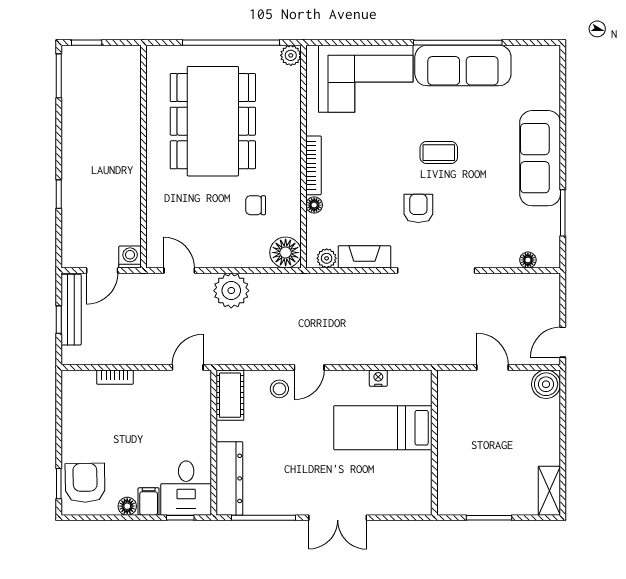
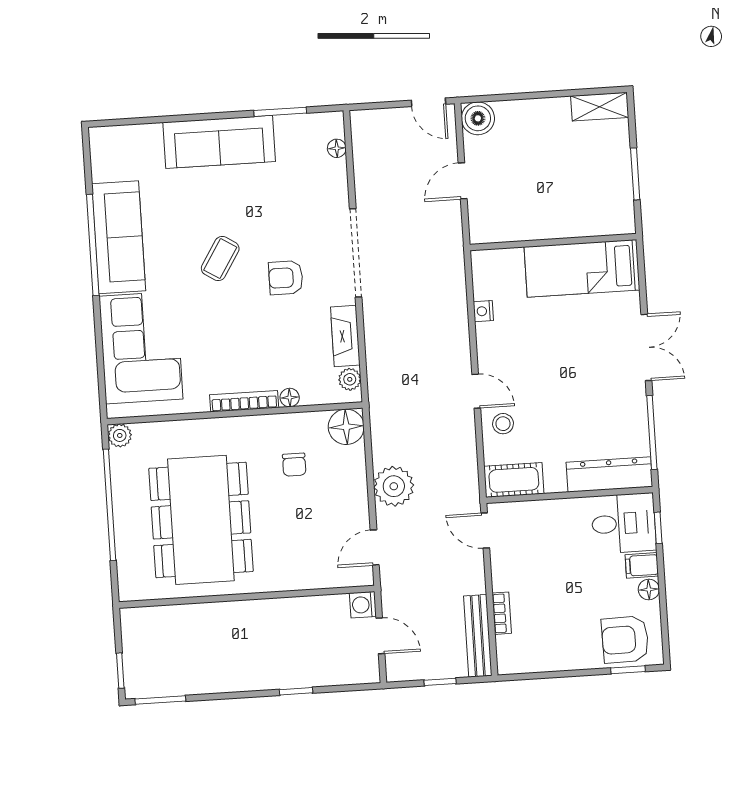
dining table: (213, 121) -> (201, 520), turned 90
coffee table: (439, 153) -> (220, 259), turned 32
bench: (71, 310) -> (478, 636), moved, turned 90
bed: (383, 428) -> (582, 268), moved, turned 90

